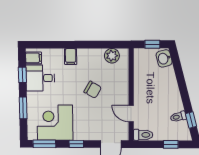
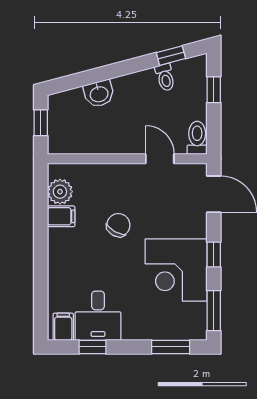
filing cabinet: (71, 57) -> (61, 216), moved
washbasin: (164, 58) -> (99, 94), moved
window: (23, 108) -> (171, 347), moved
door: (131, 114) -> (160, 159), swing flipped
corner desk: (55, 123) -> (176, 270), moved

